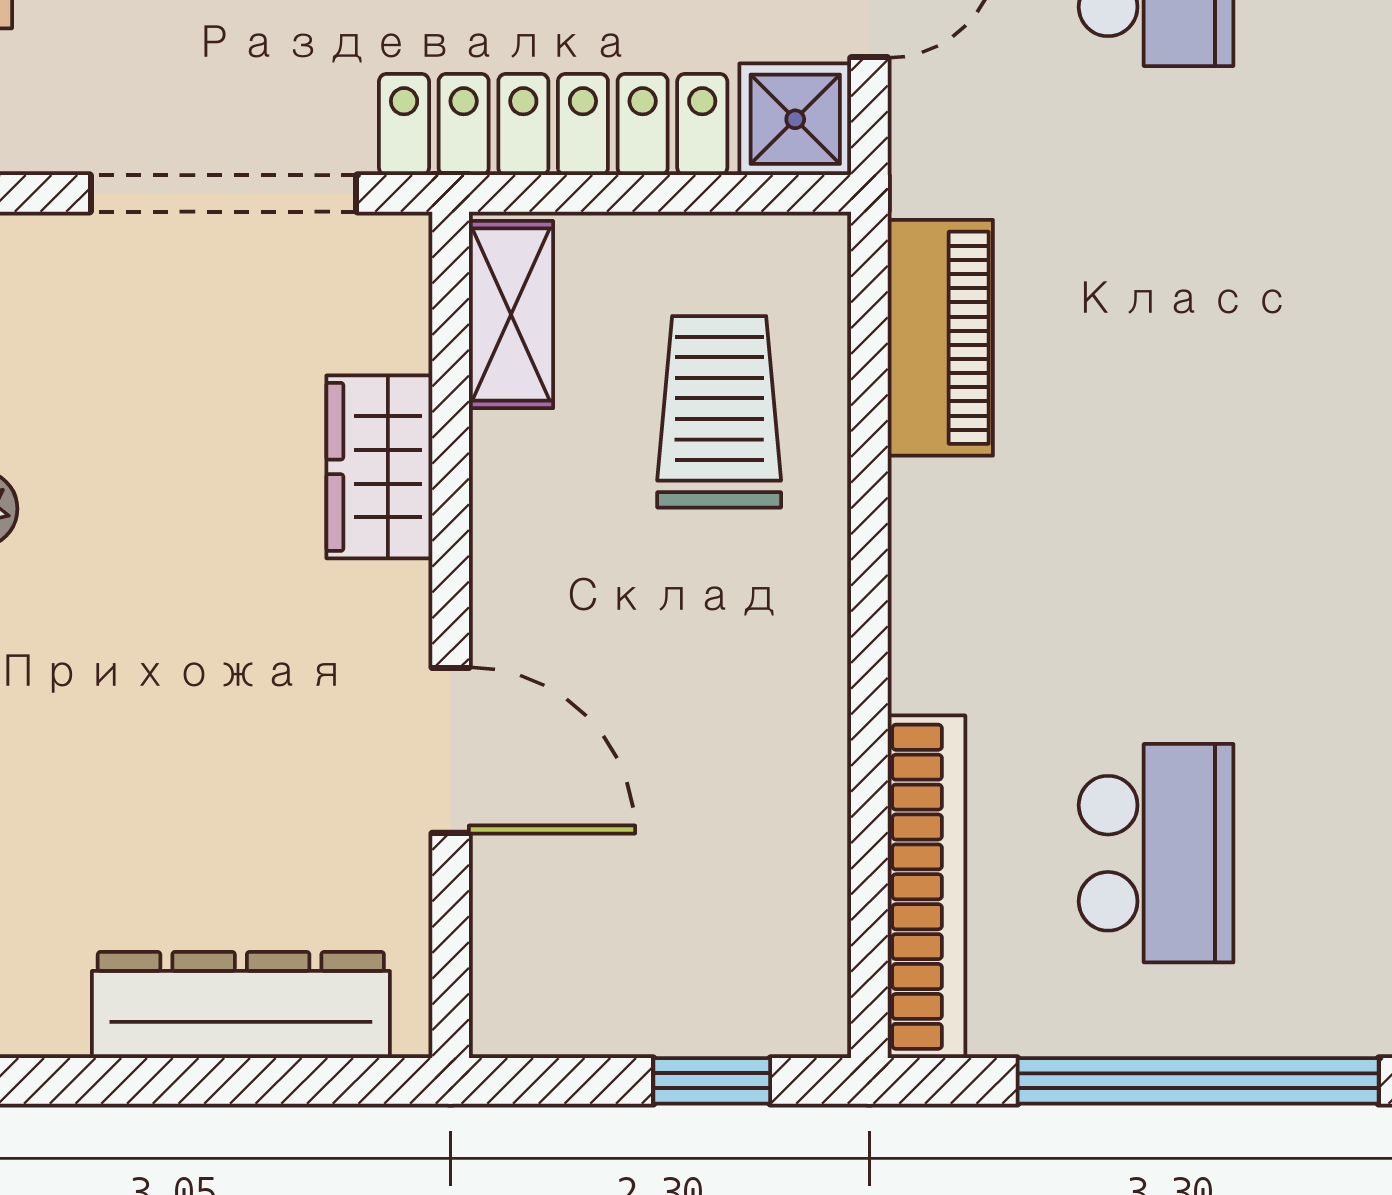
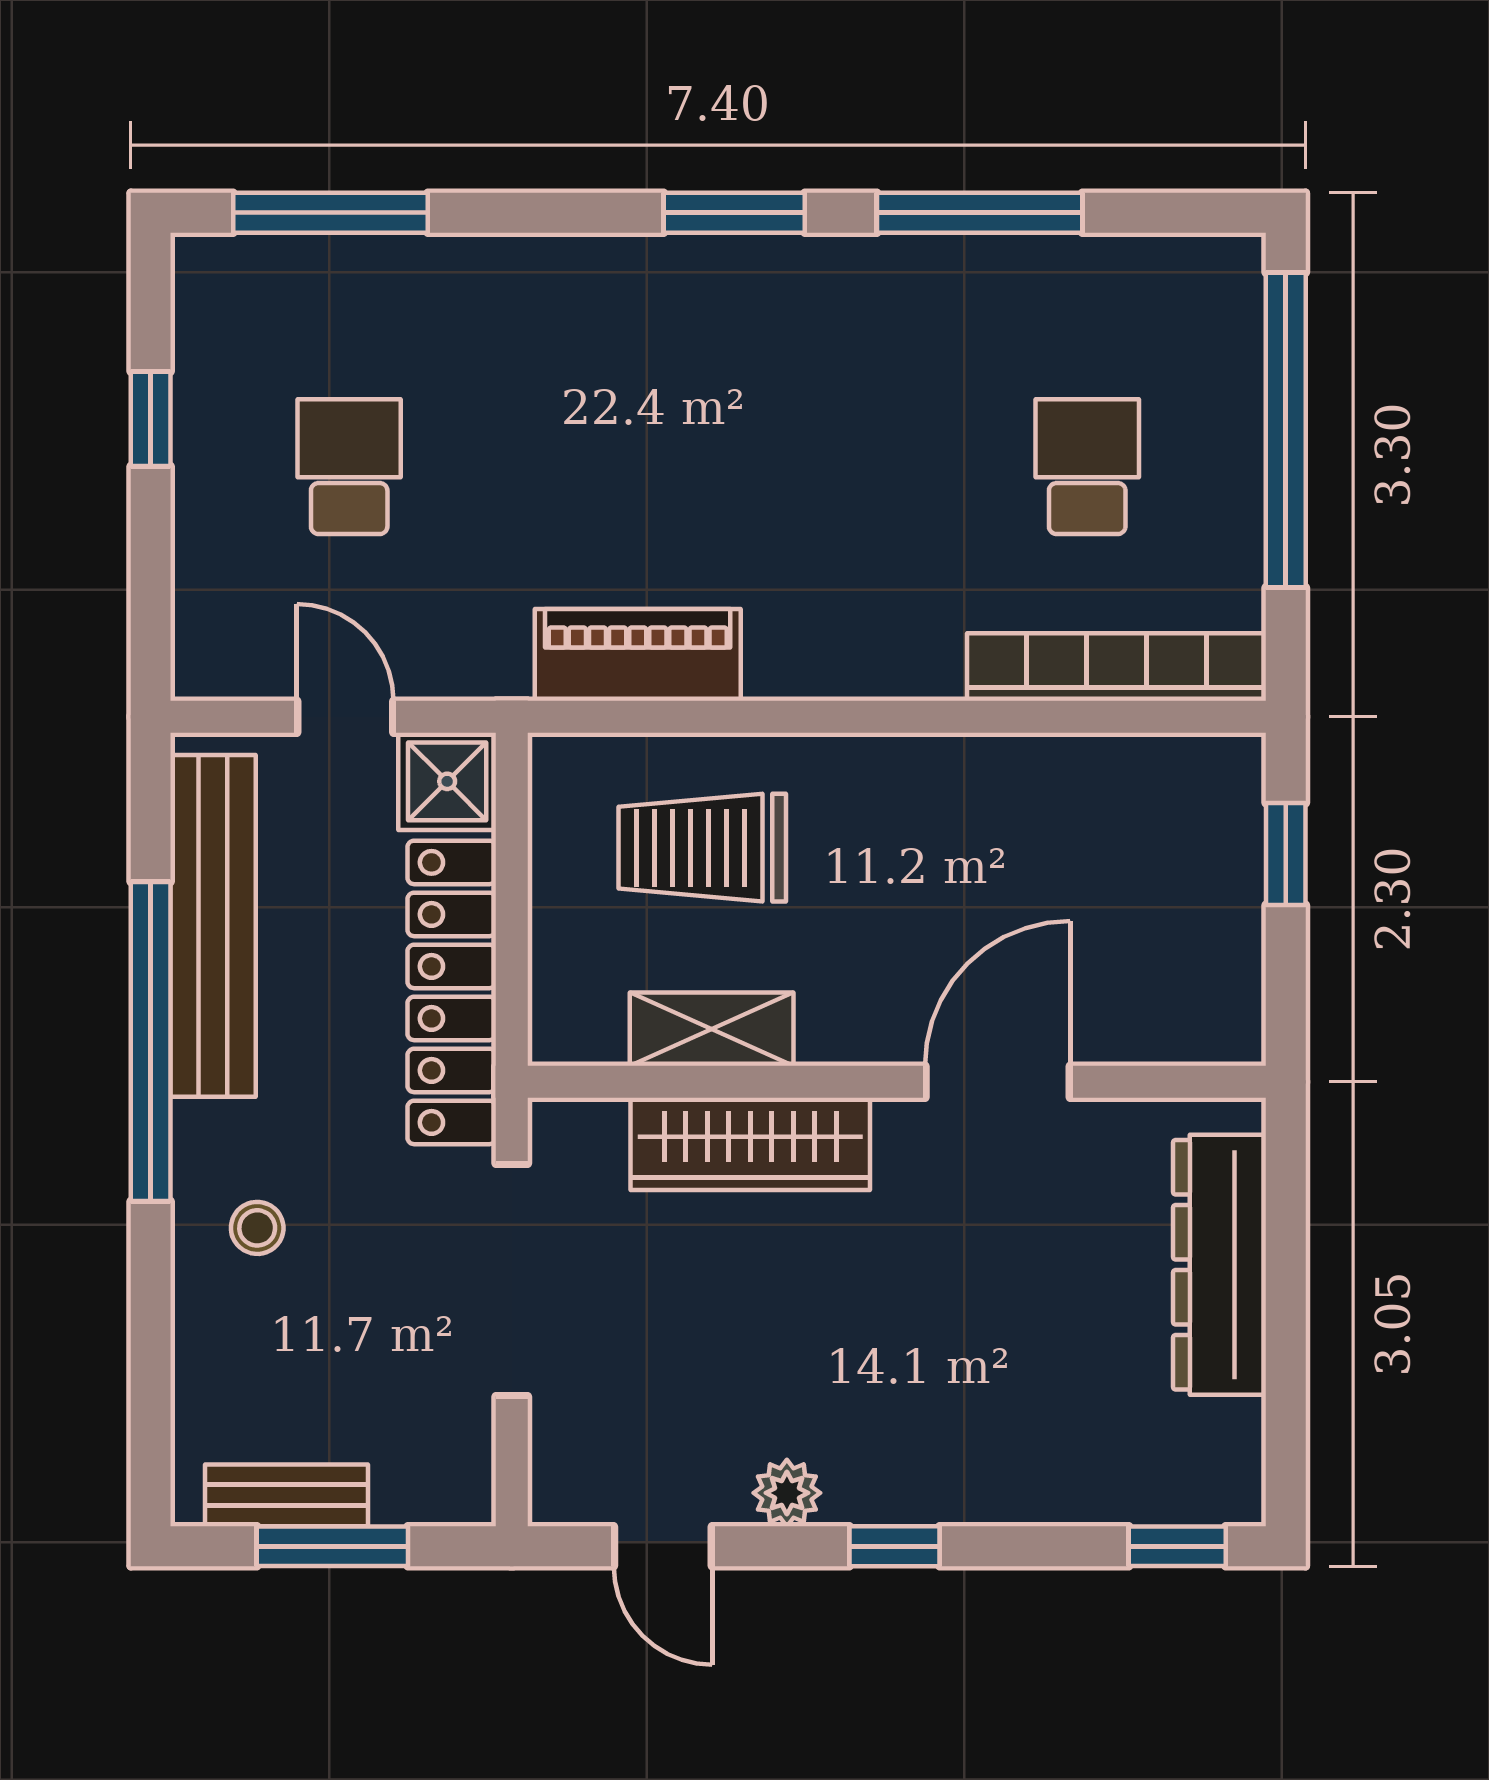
shelving: (511, 315) -> (712, 1029), moved
wardrobe: (379, 467) -> (750, 1144), width x1.50
school desk: (1156, 853) -> (1087, 467), width x0.54

